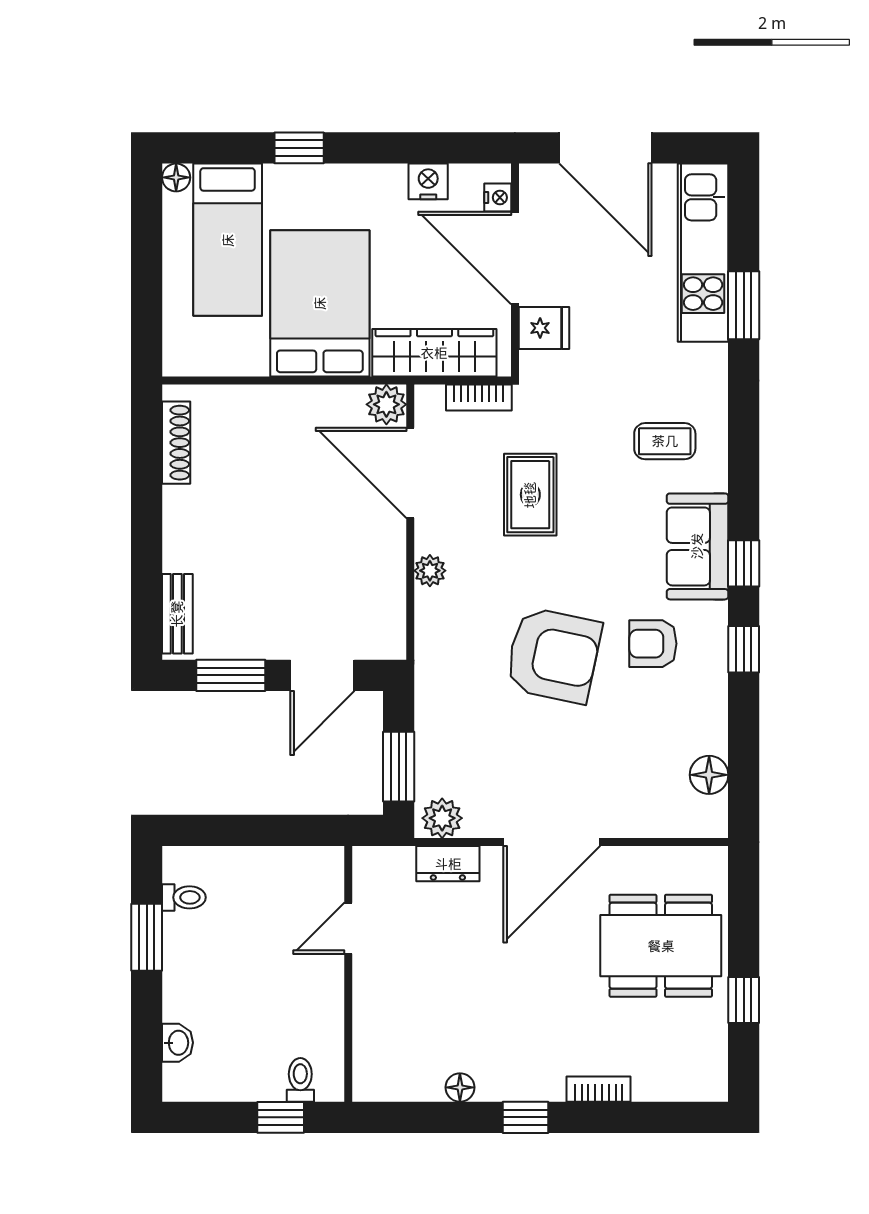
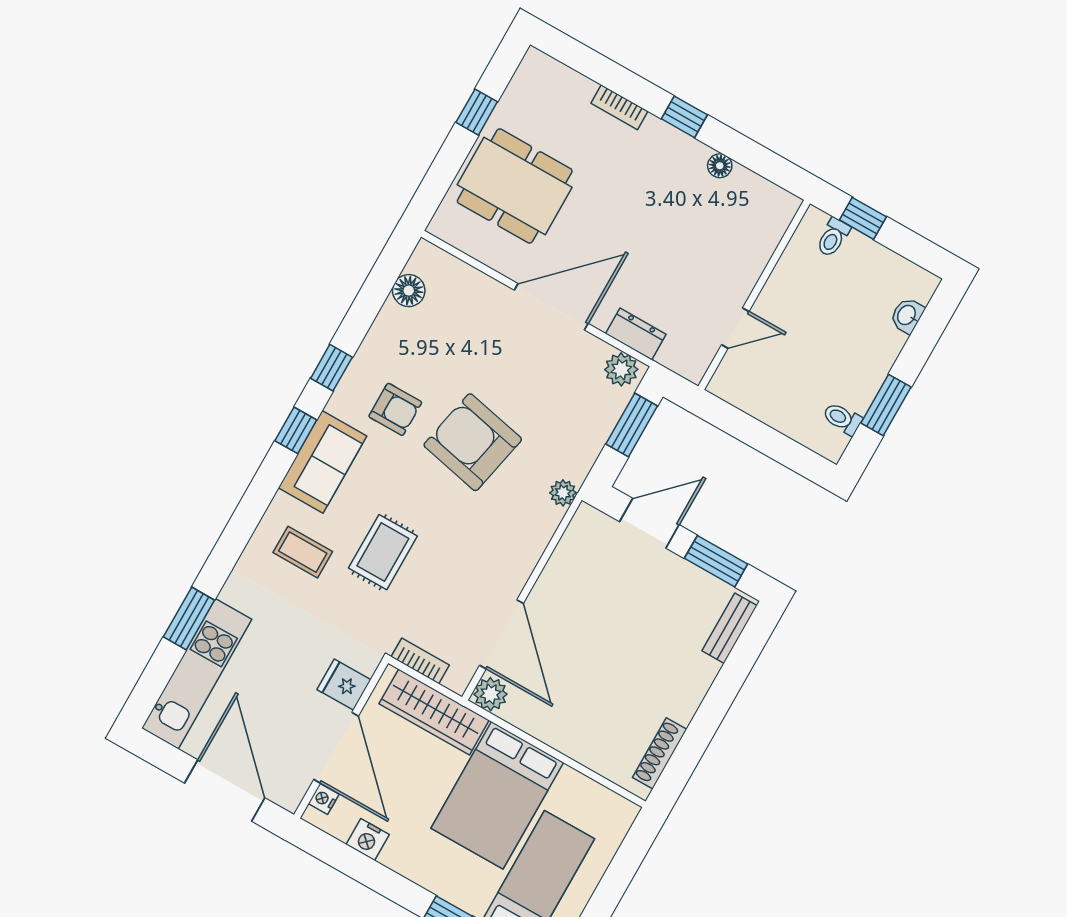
rug: (530, 495) -> (383, 552), moved
plant: (430, 571) -> (563, 493), moved

